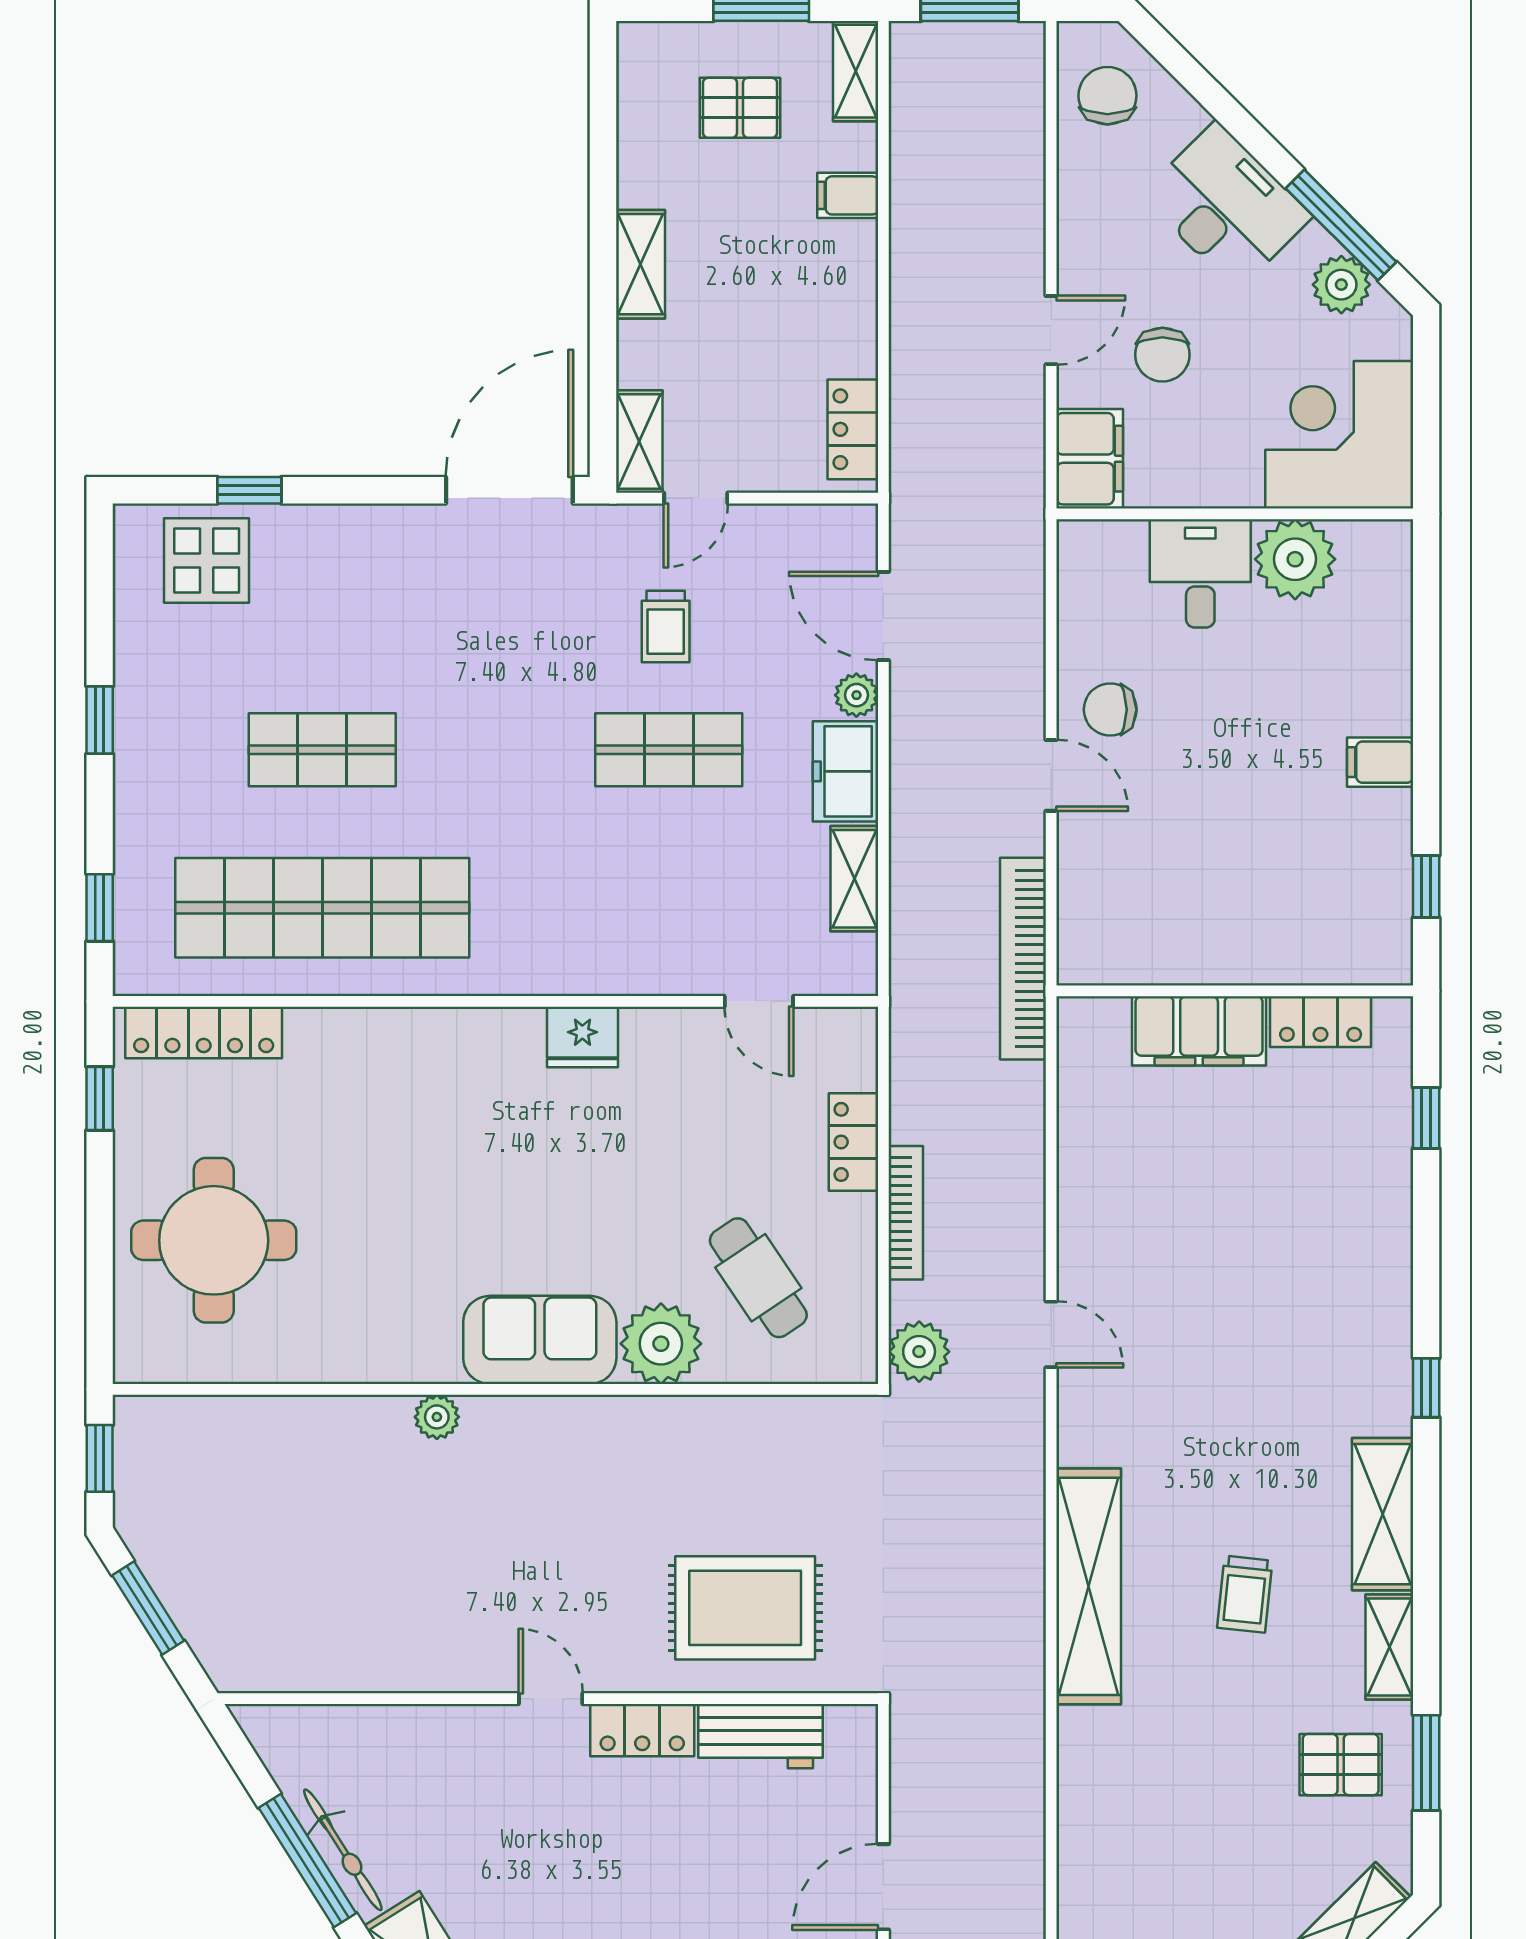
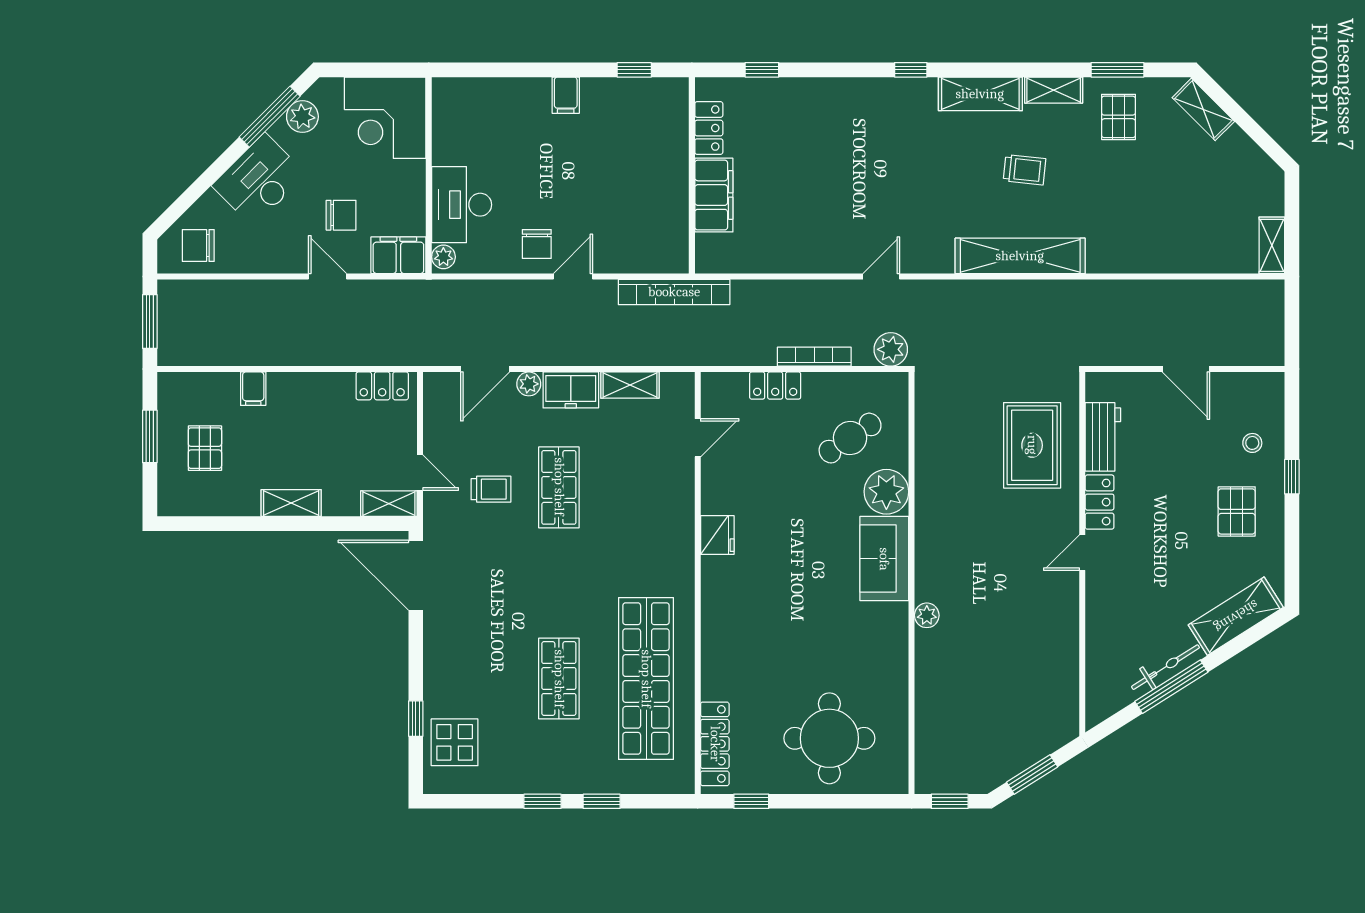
shelving: (856, 71) -> (185, 384), removed
plant: (1295, 559) -> (443, 257), moved, width x0.53, depth x0.53
desk: (1200, 573) -> (462, 205), width x1.37
window: (100, 908) -> (602, 801), moved

